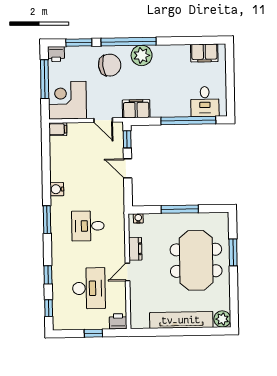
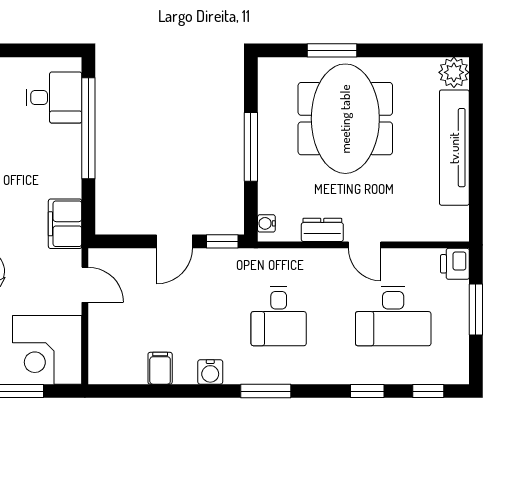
door: (103, 120) -> (85, 285), hinge flipped
filing cabinet: (58, 129) -> (160, 368), moved
window: (127, 139) -> (222, 241), moved
meeting table: (196, 260) -> (345, 119), turned 90
desk: (89, 288) -> (393, 316), turned 180
window: (93, 333) -> (476, 310), width x1.50

